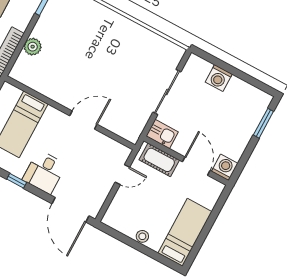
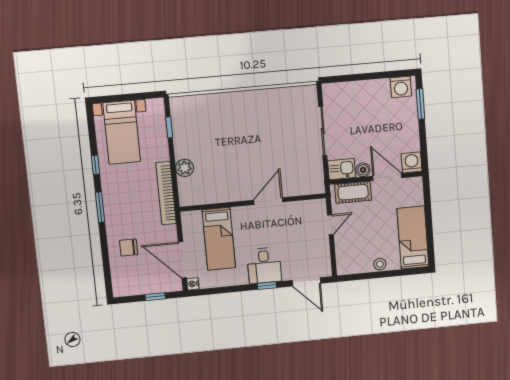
washing machine: (219, 78) -> (401, 87), moved
boiler: (180, 147) -> (363, 170), added
window: (17, 181) -> (267, 286), moved
door: (70, 210) -> (306, 282), width x0.73

